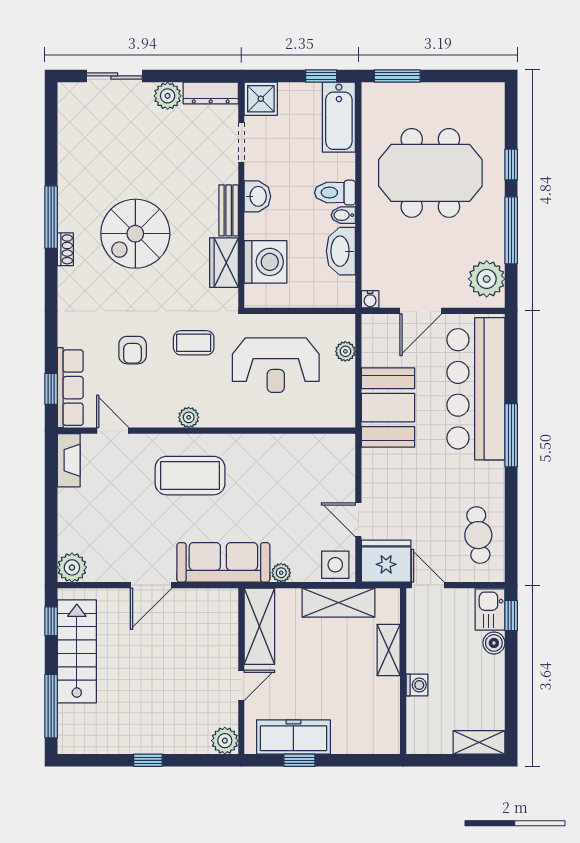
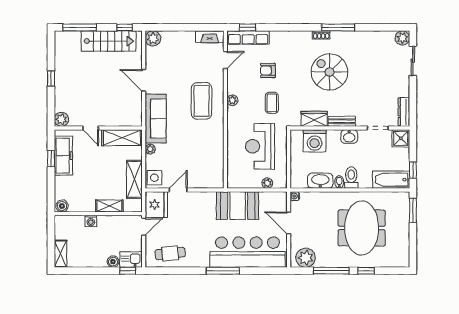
plant: (168, 96) -> (402, 38), moved
boiler: (389, 740) -> (62, 206), added

